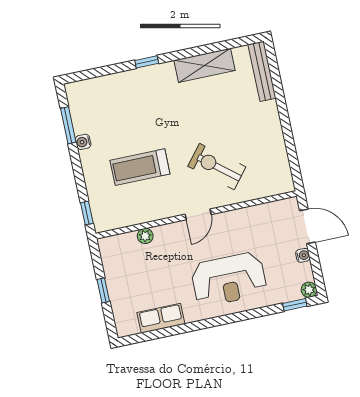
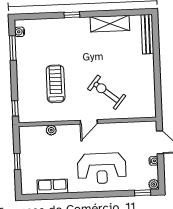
water cooler: (83, 142) -> (20, 32), moved
treadmill: (140, 167) -> (56, 84), turned 90

